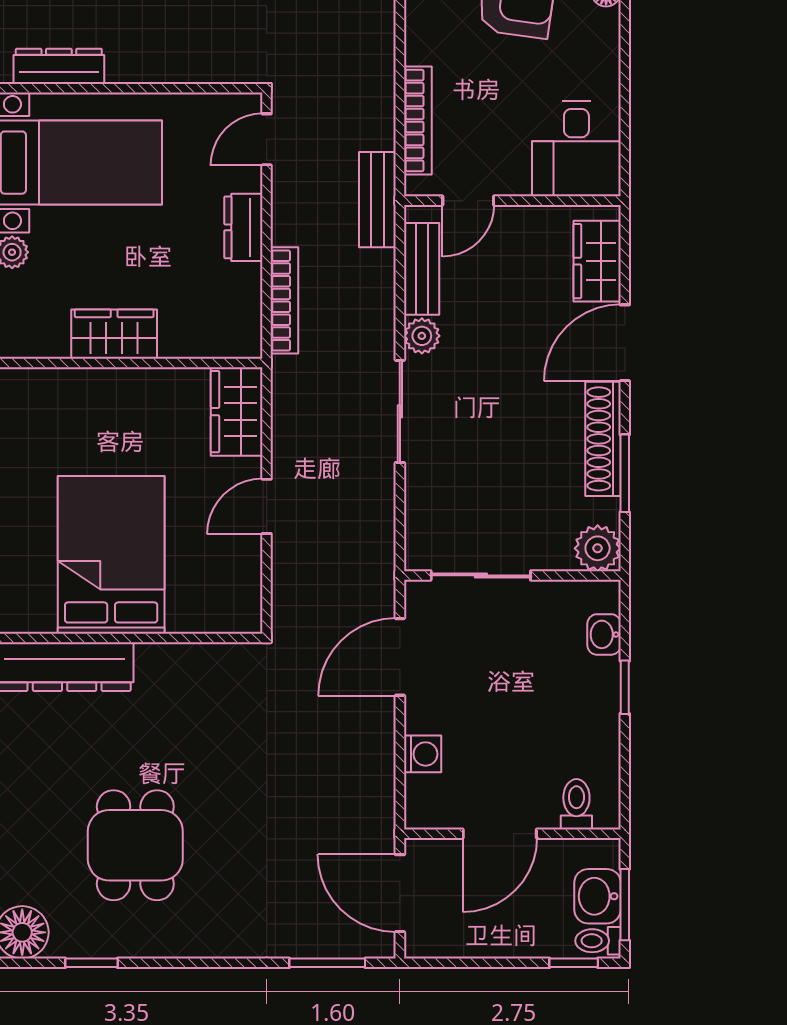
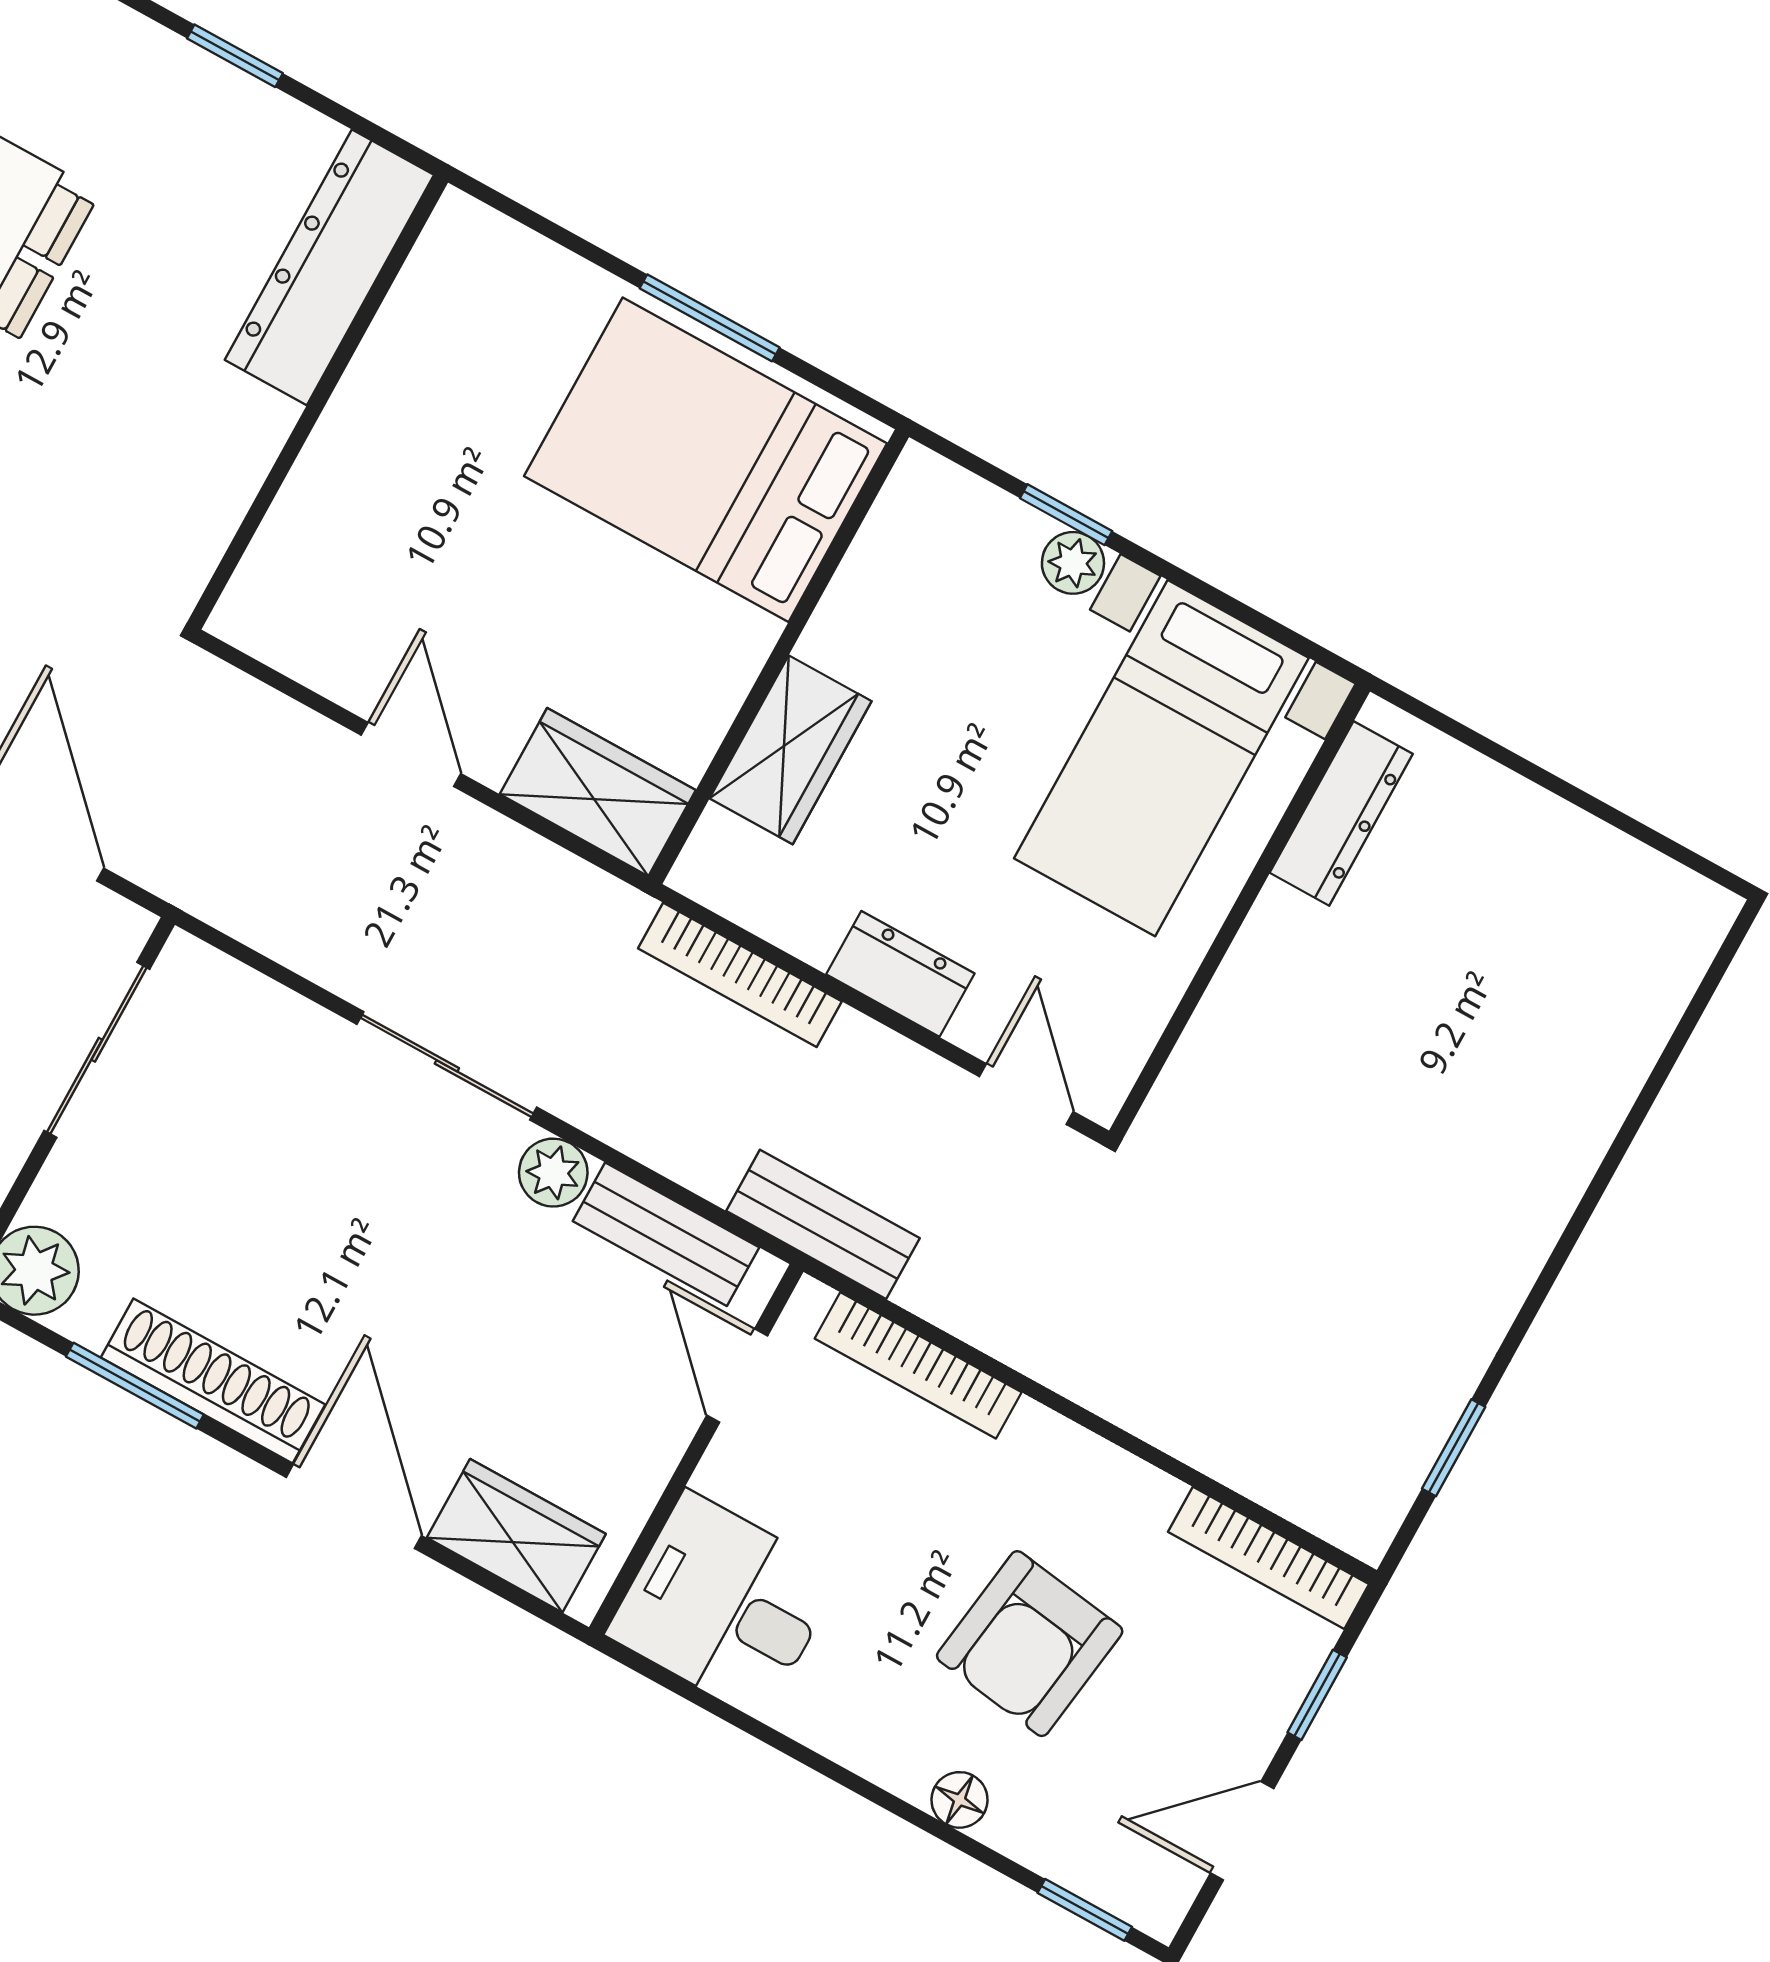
wardrobe: (114, 334) -> (791, 750), moved
bed: (111, 555) -> (706, 460), moved, turned 180

